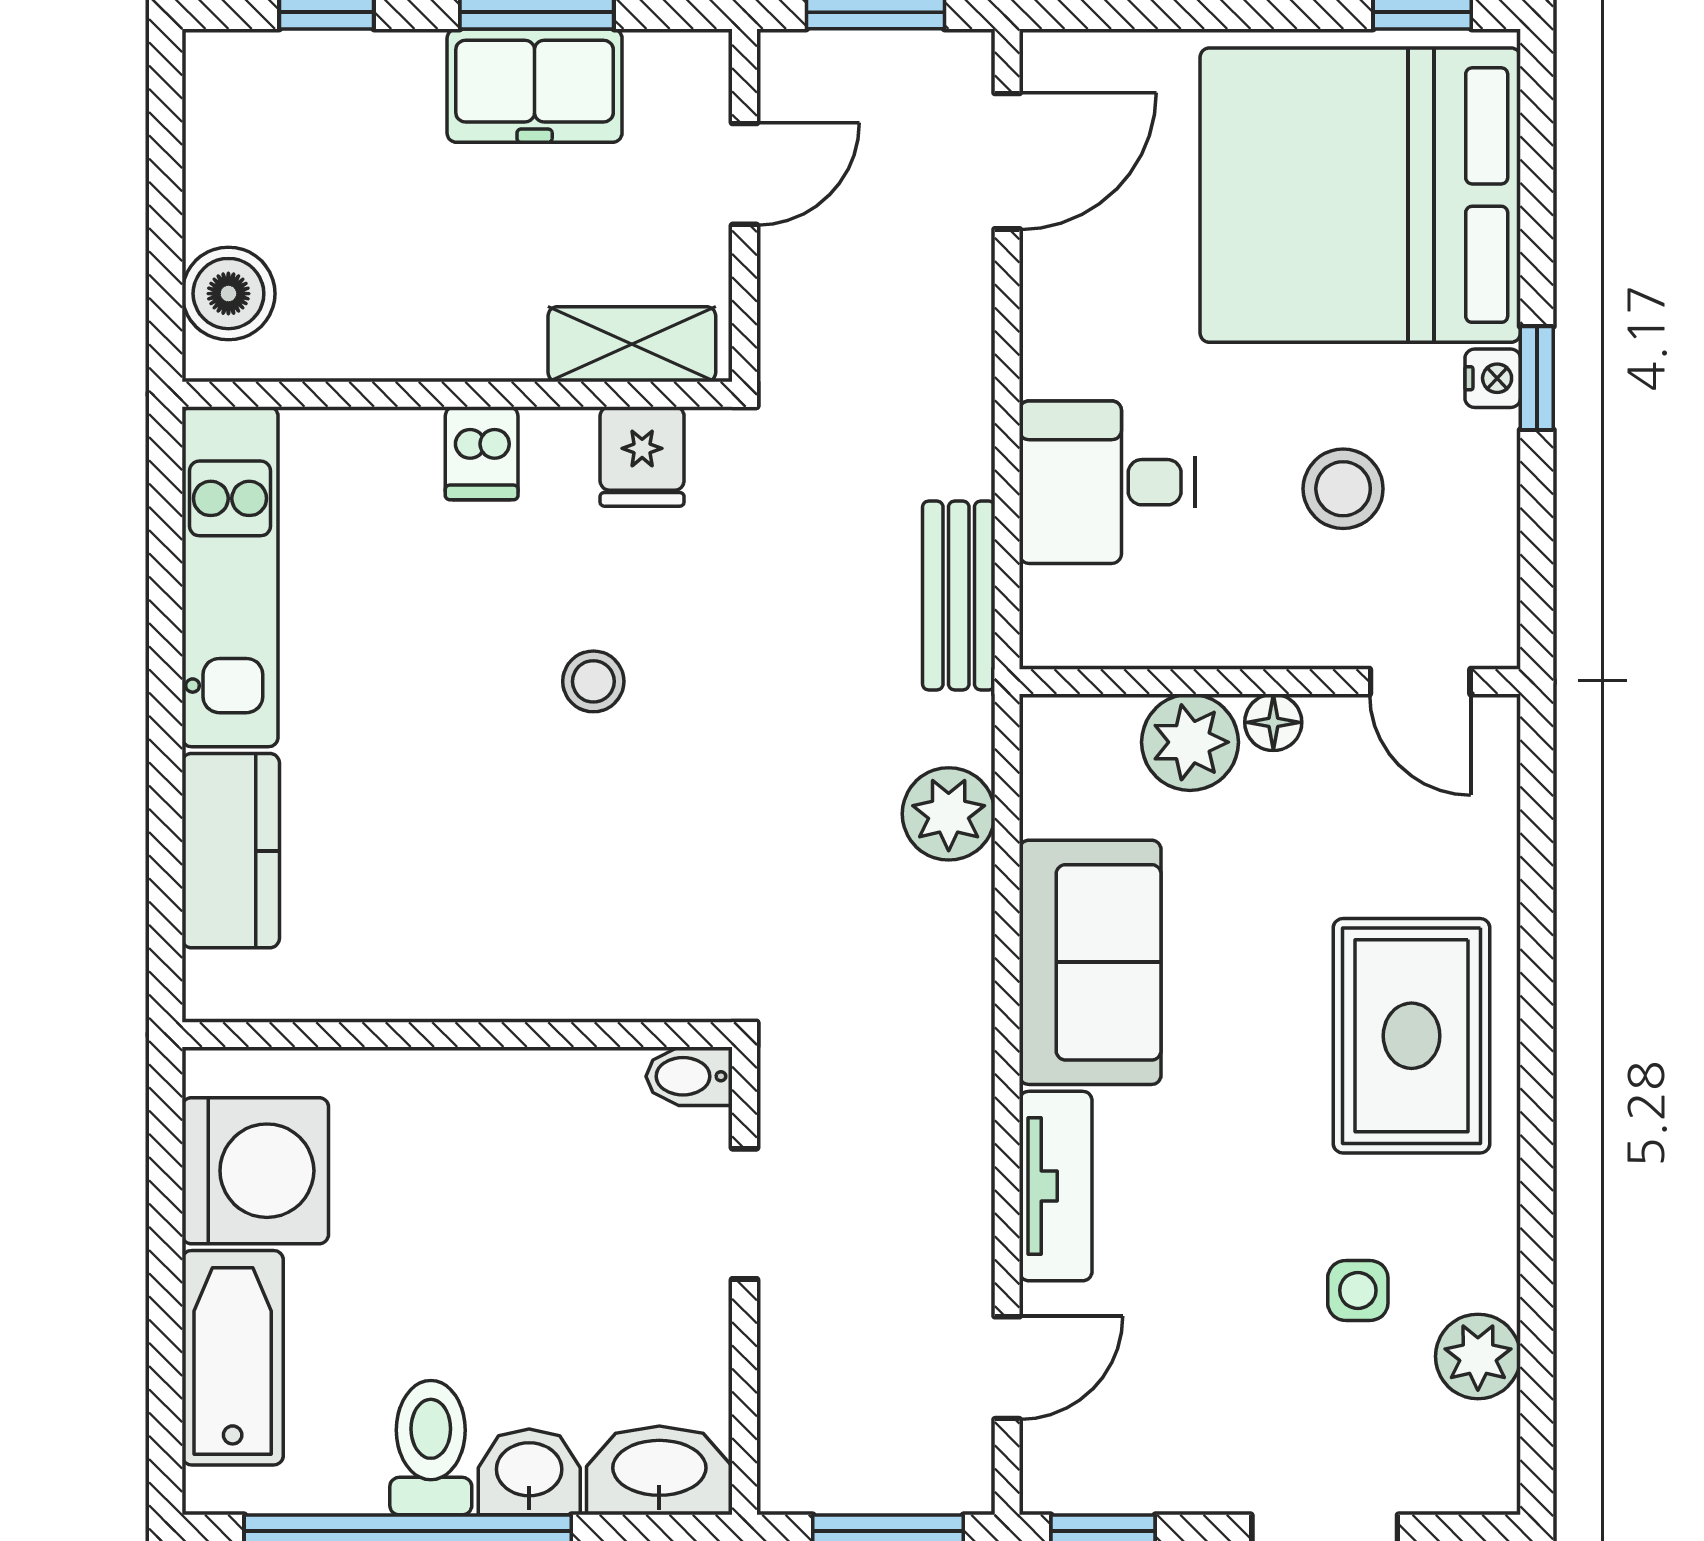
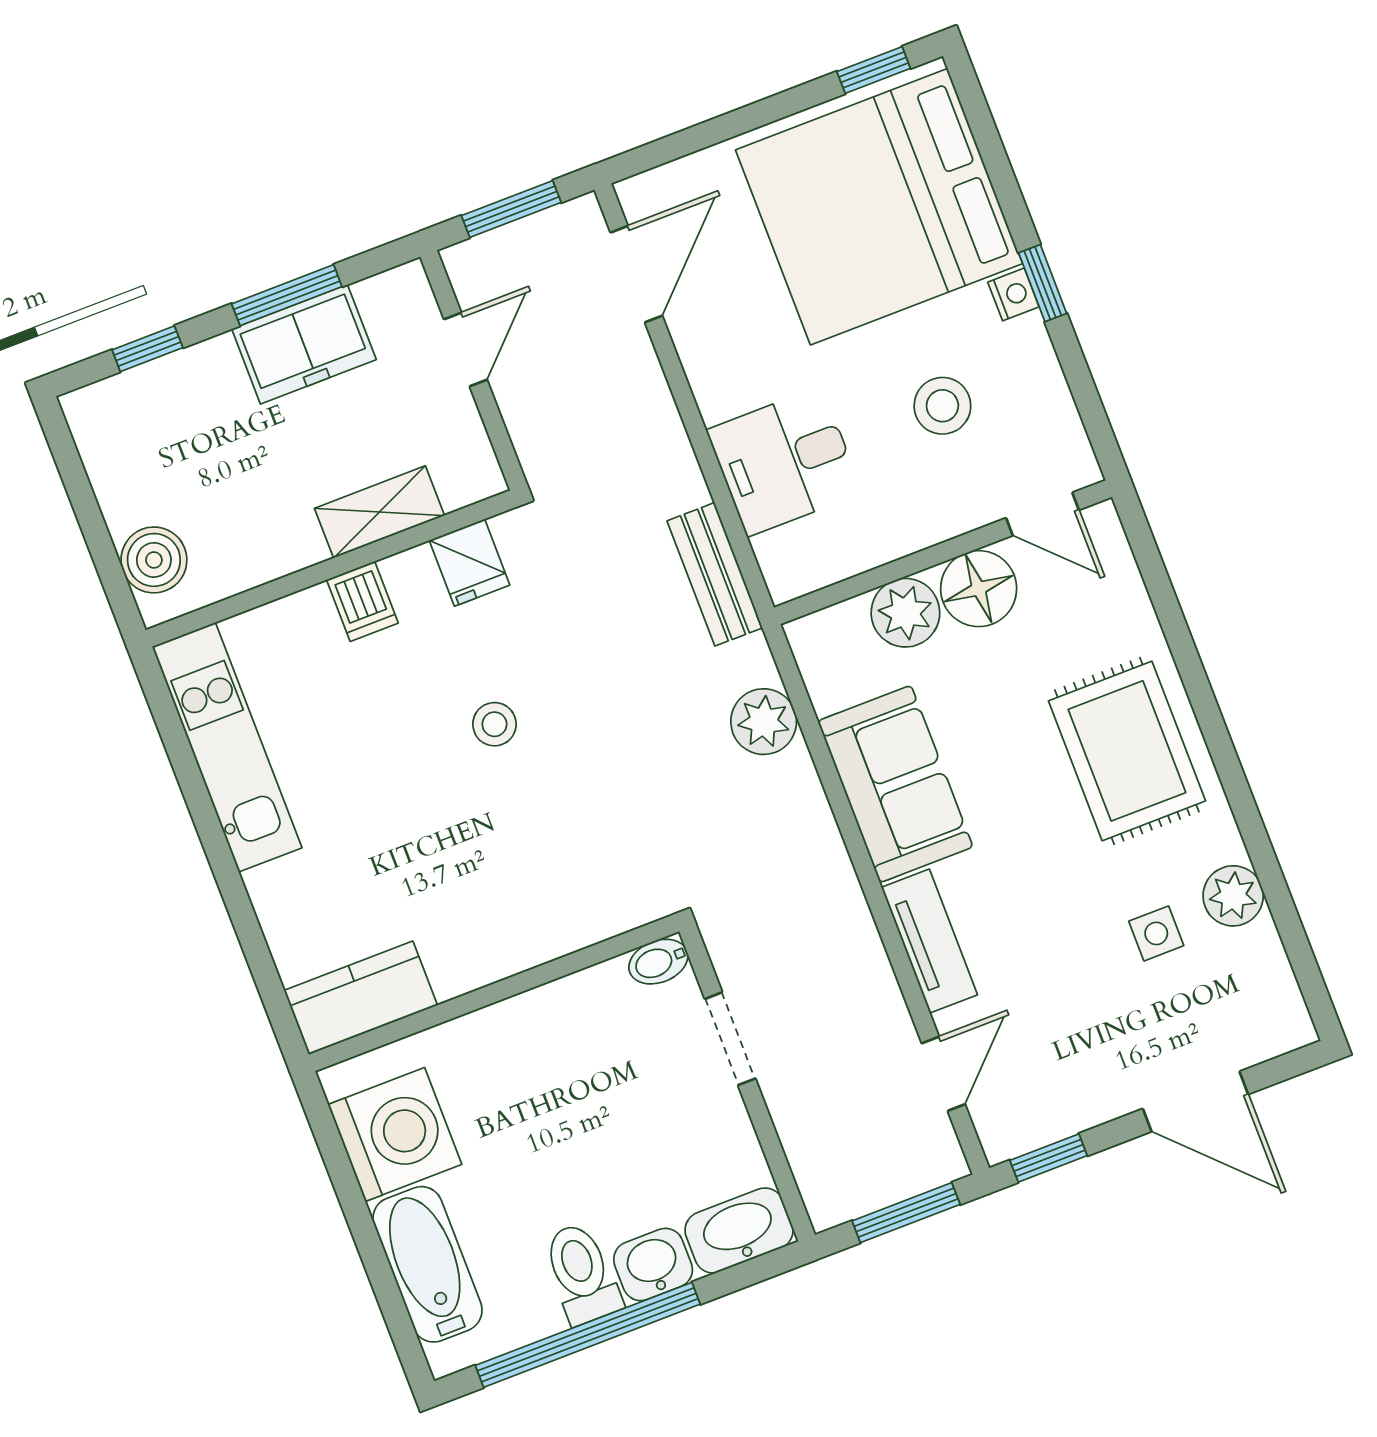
shelving: (632, 344) -> (379, 512), moved
floor lamp: (1273, 722) -> (979, 589), width x1.89, depth x1.89
kitchen counter: (231, 851) -> (361, 998), moved, turned -90
plant: (1478, 1356) -> (1233, 896), moved

